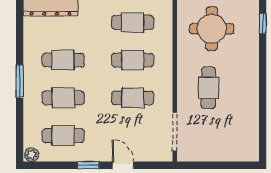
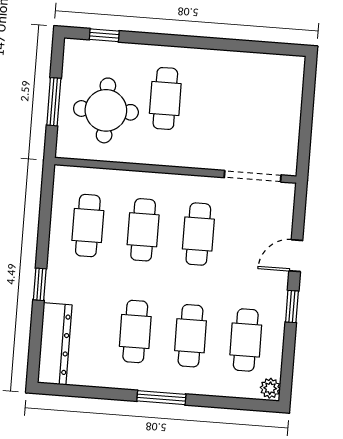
cafe table: (208, 88) -> (165, 98), moved, turned 90

